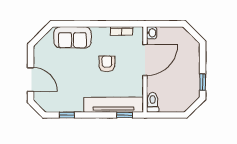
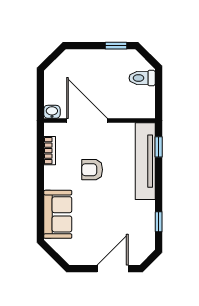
toilet: (153, 102) -> (142, 78), moved

